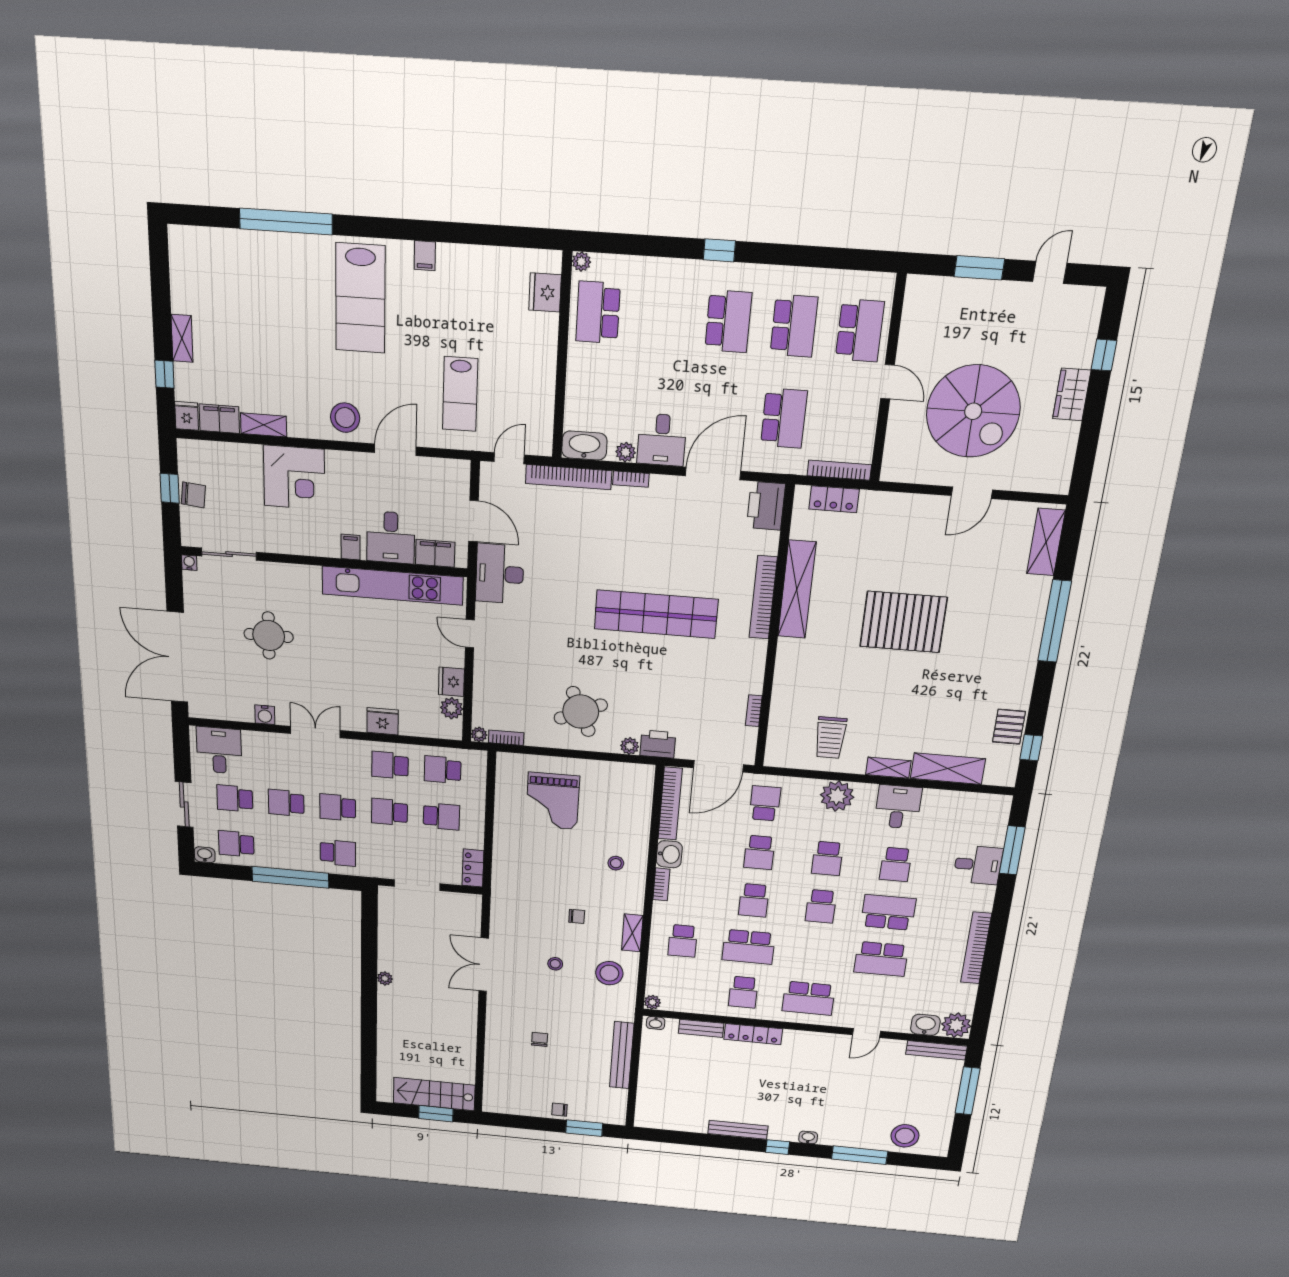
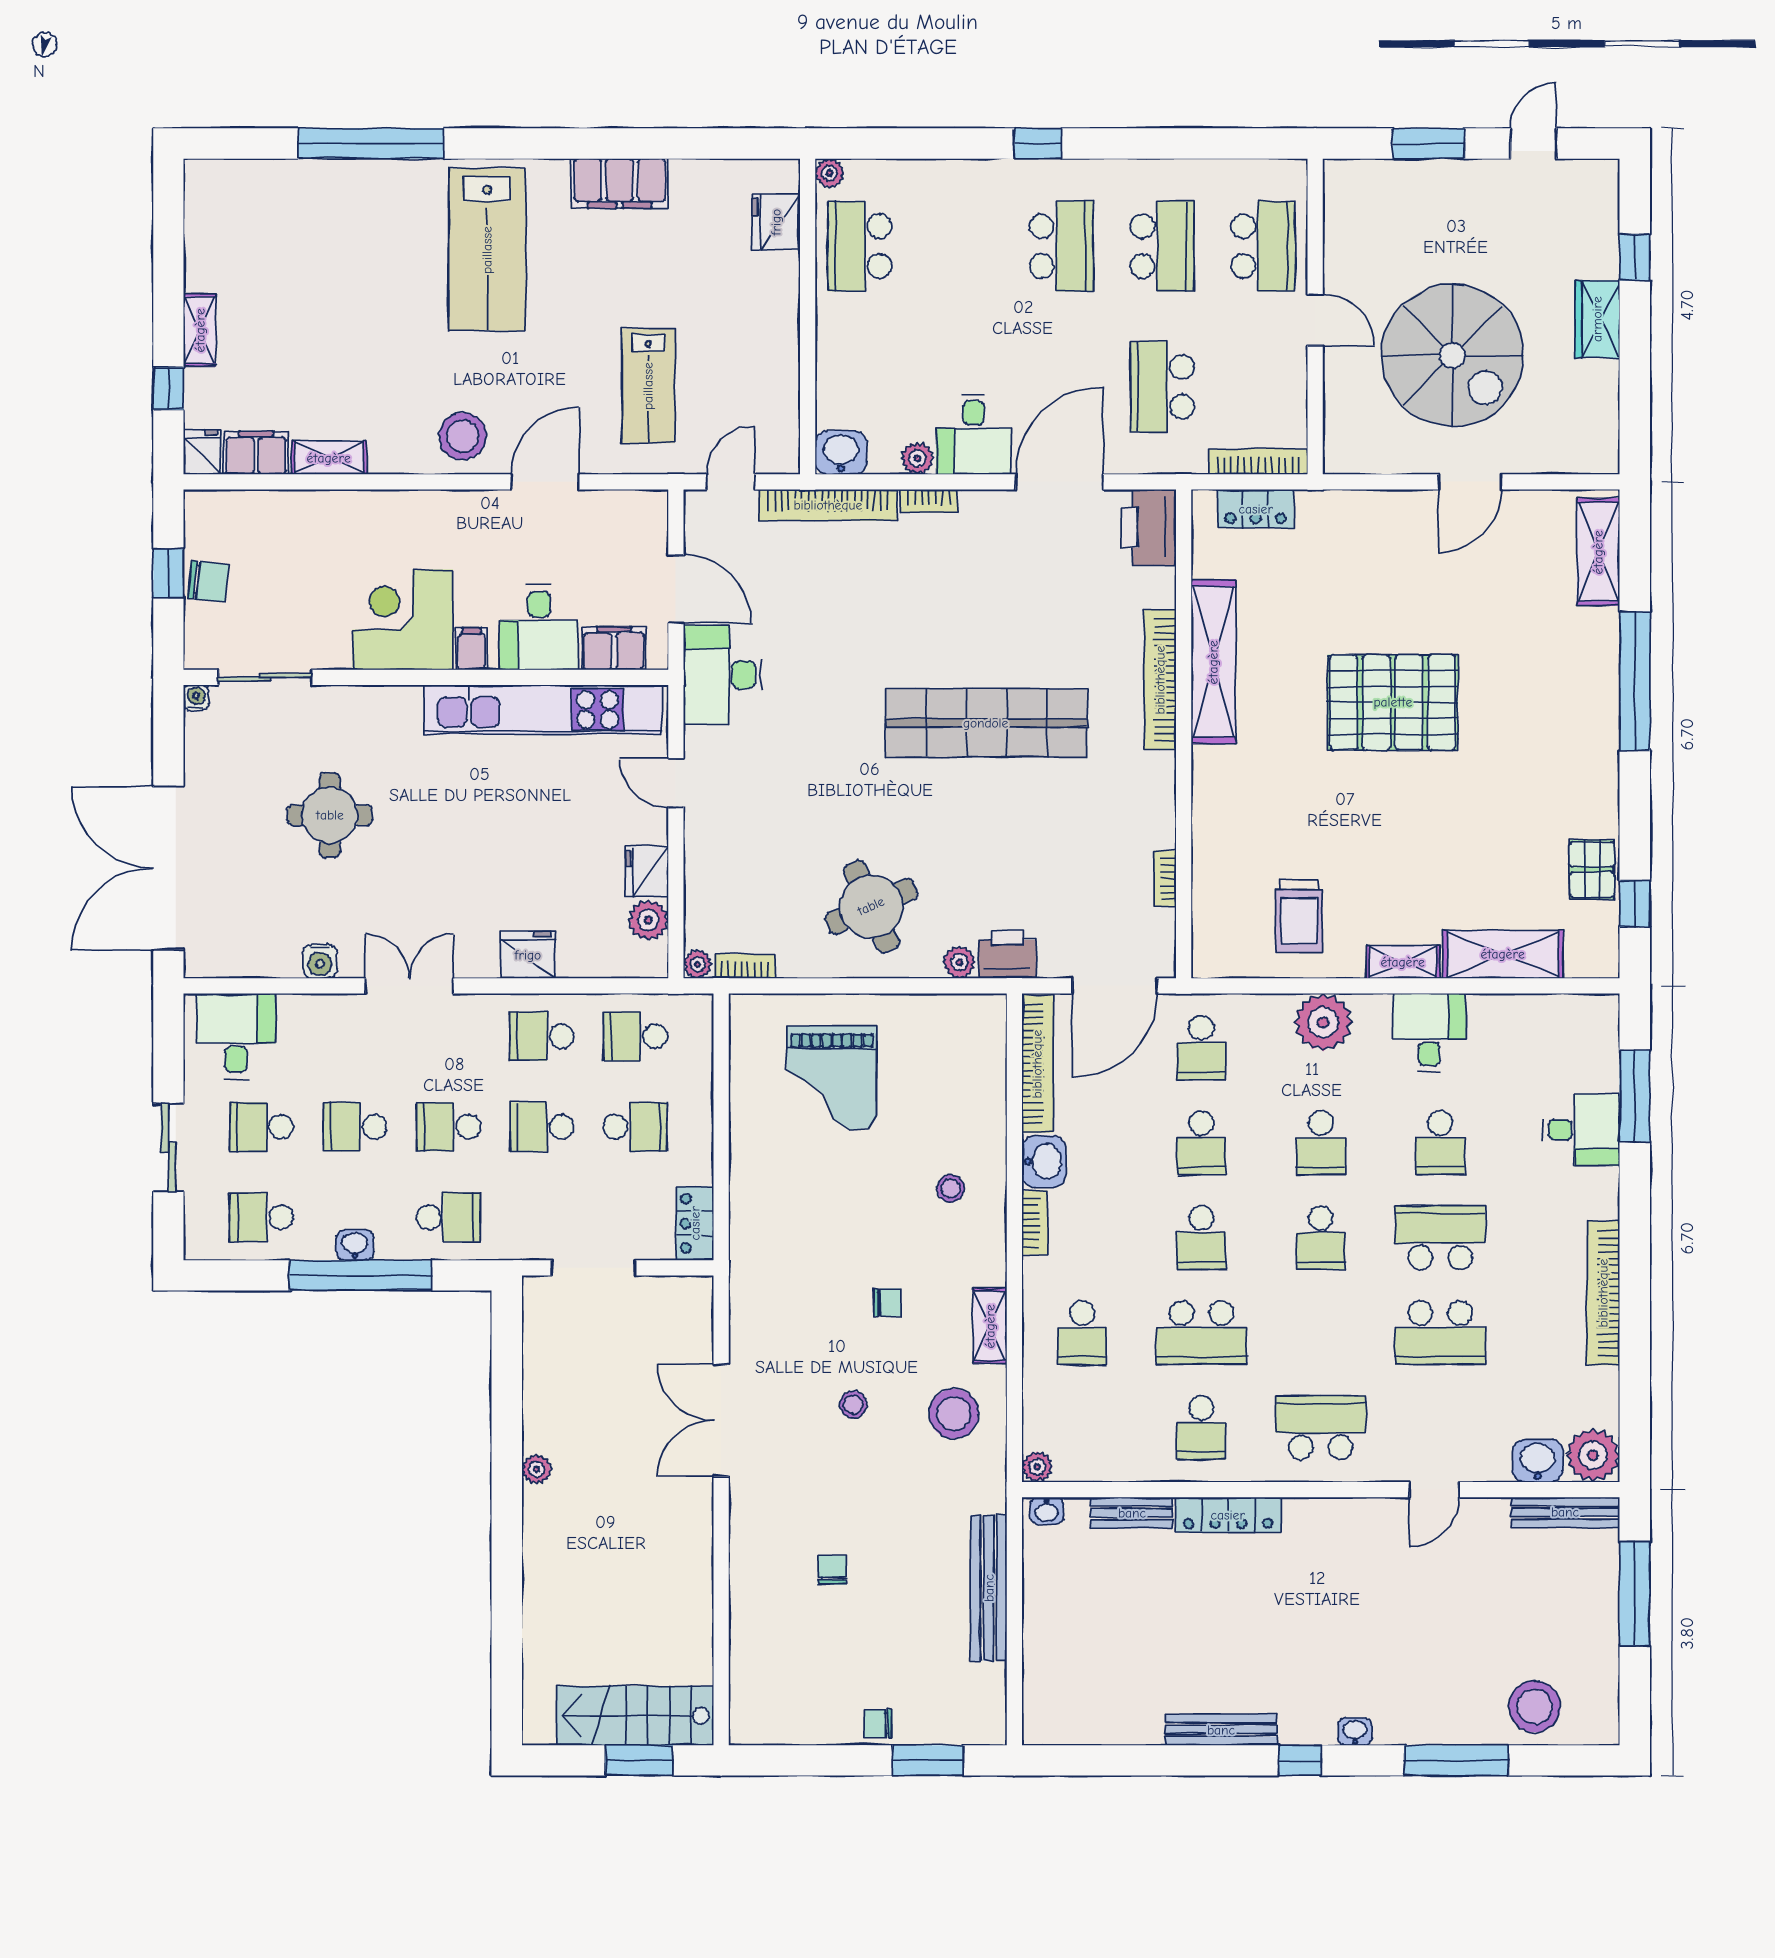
filing cabinet: (425, 256) -> (620, 183), width x3.00, depth x1.17
school desk: (784, 418) -> (1162, 387), turned 180
washbasin: (584, 446) -> (841, 453), width x0.72
corner desk: (294, 478) -> (403, 620), moved, turned 180
school desk: (765, 803) -> (1201, 1048), turned 180
washbasin: (205, 855) -> (355, 1245), moved
school desk: (809, 998) -> (1321, 1428), turned 180

